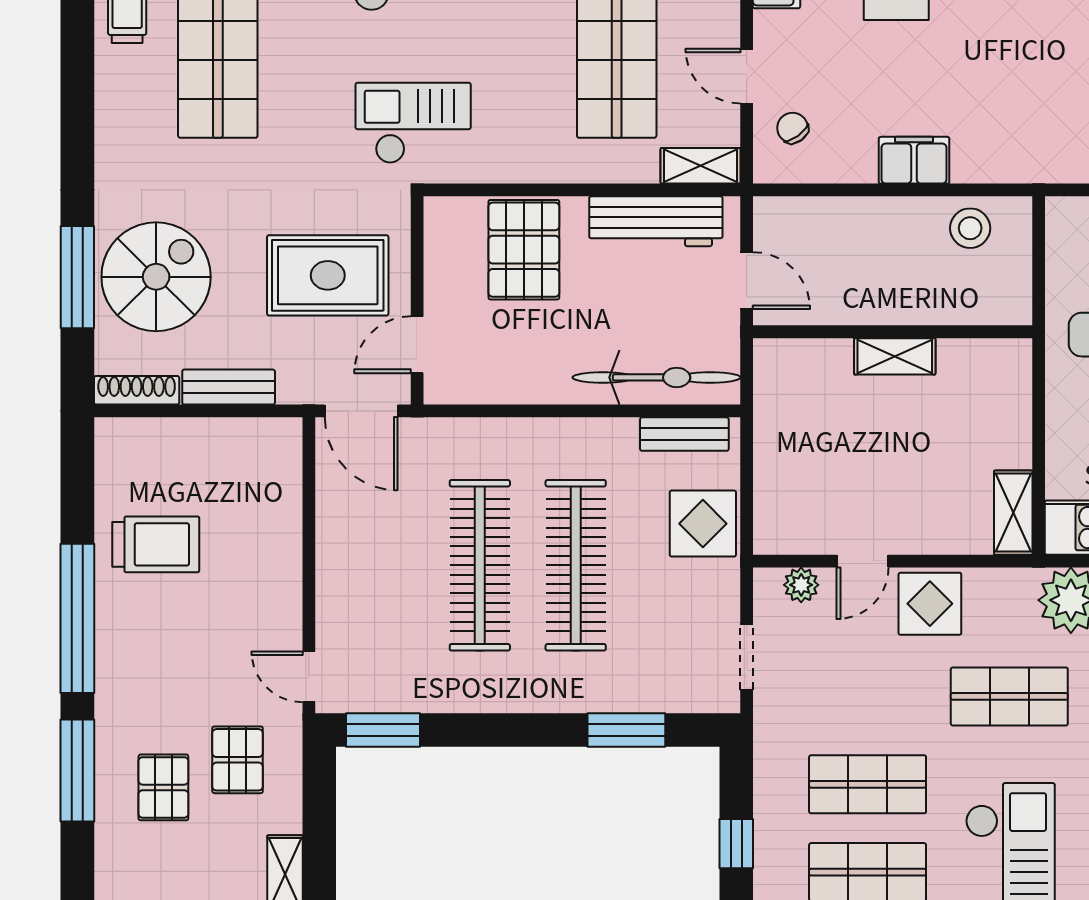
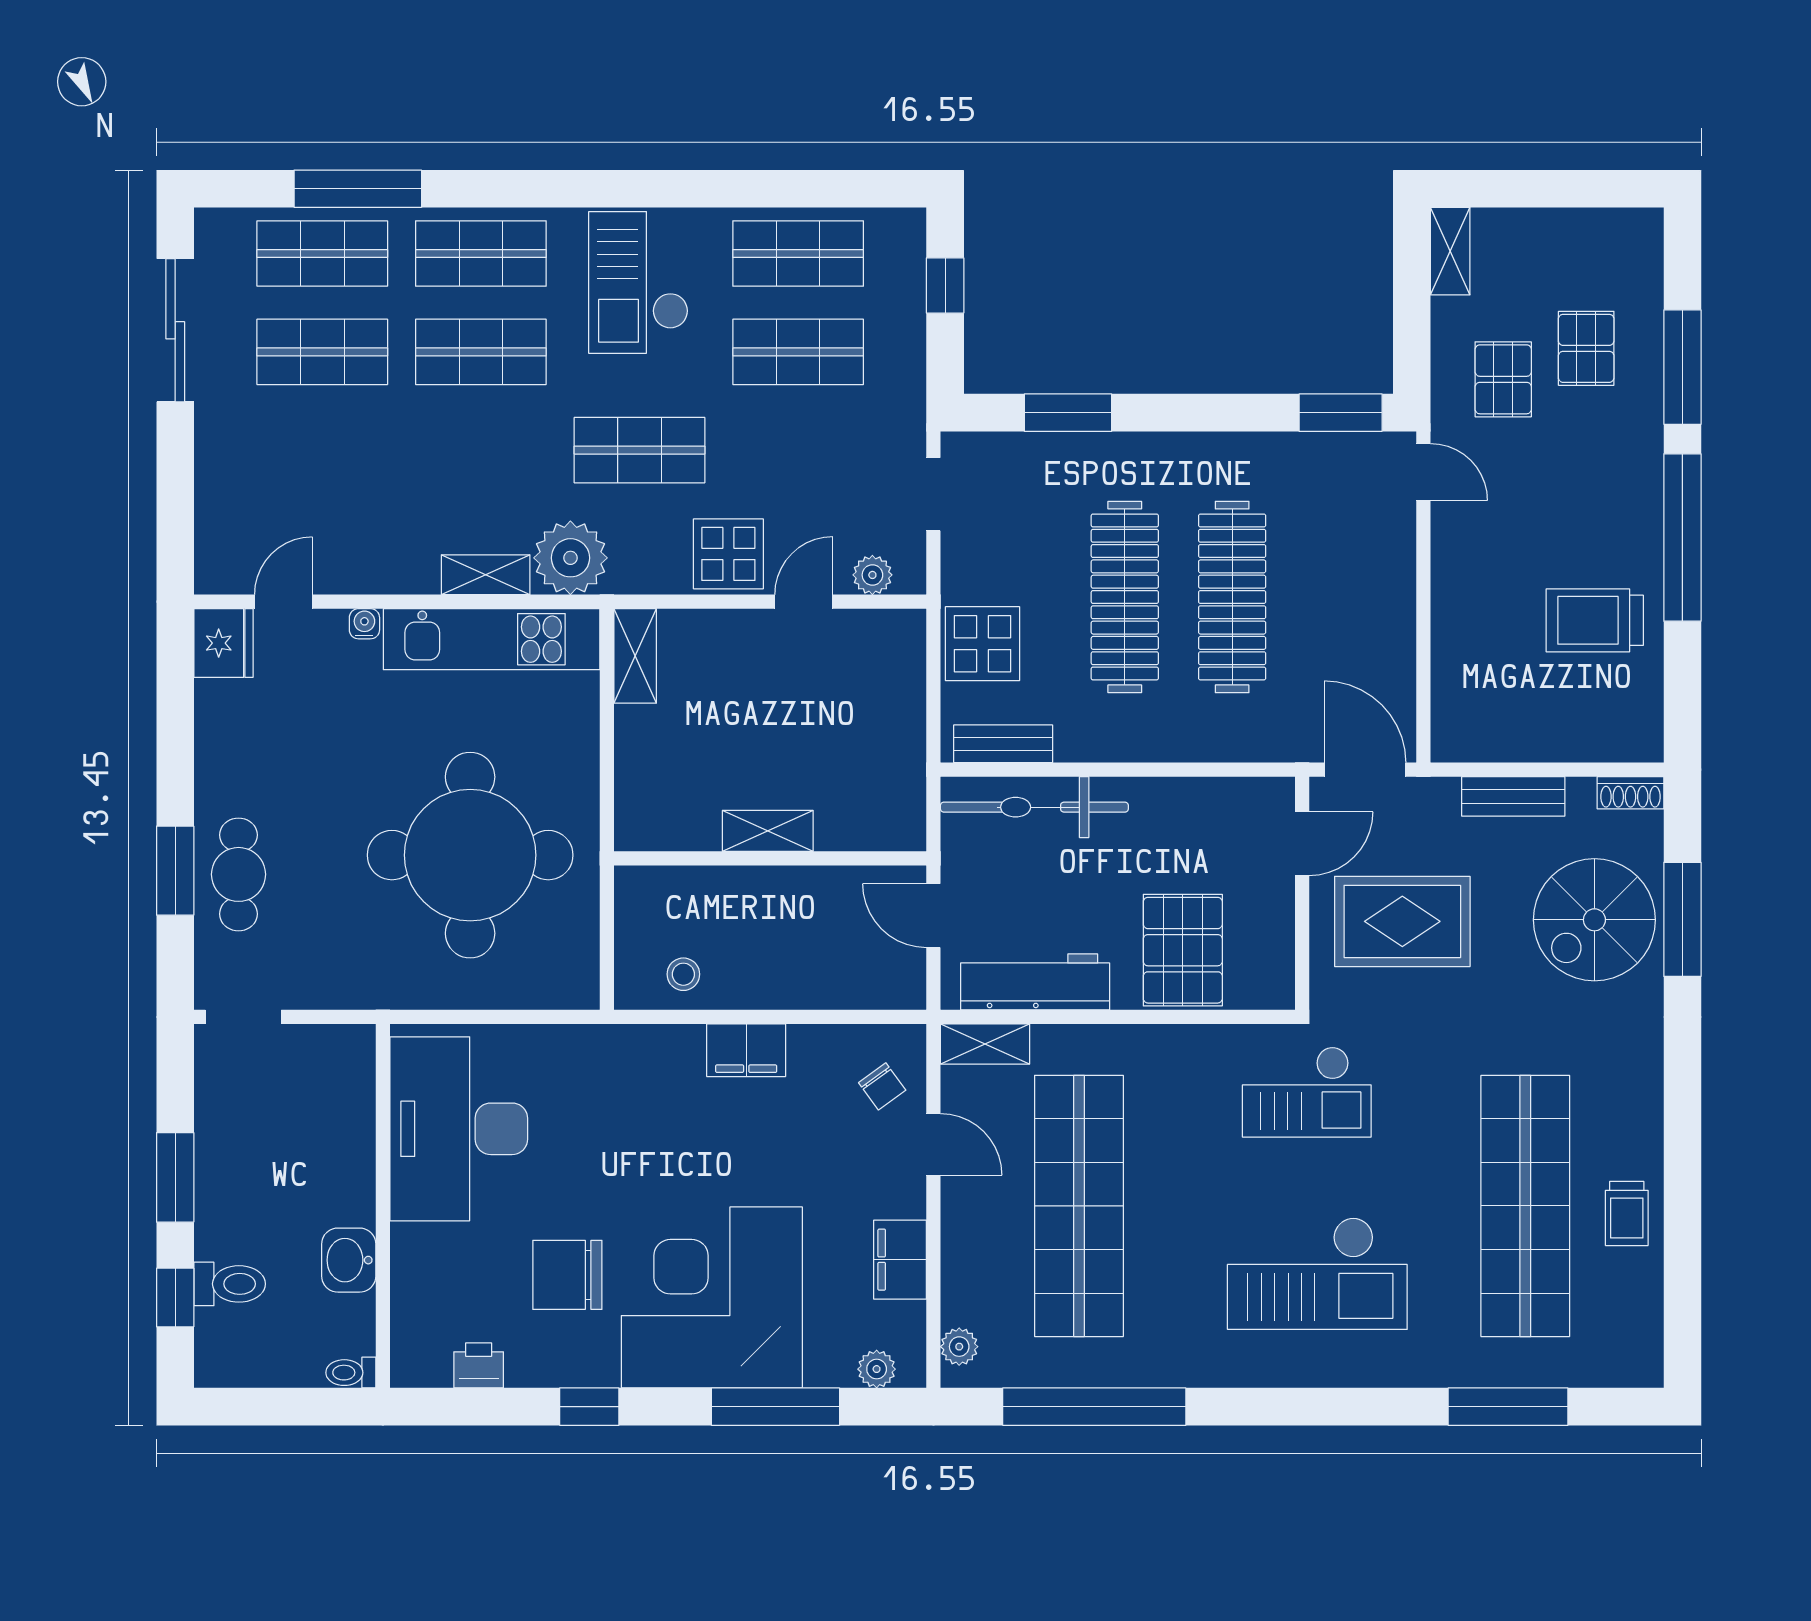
stool: (970, 228) -> (683, 974), width x0.73, depth x0.73
shoe rack: (137, 390) -> (1630, 793), width x0.70

